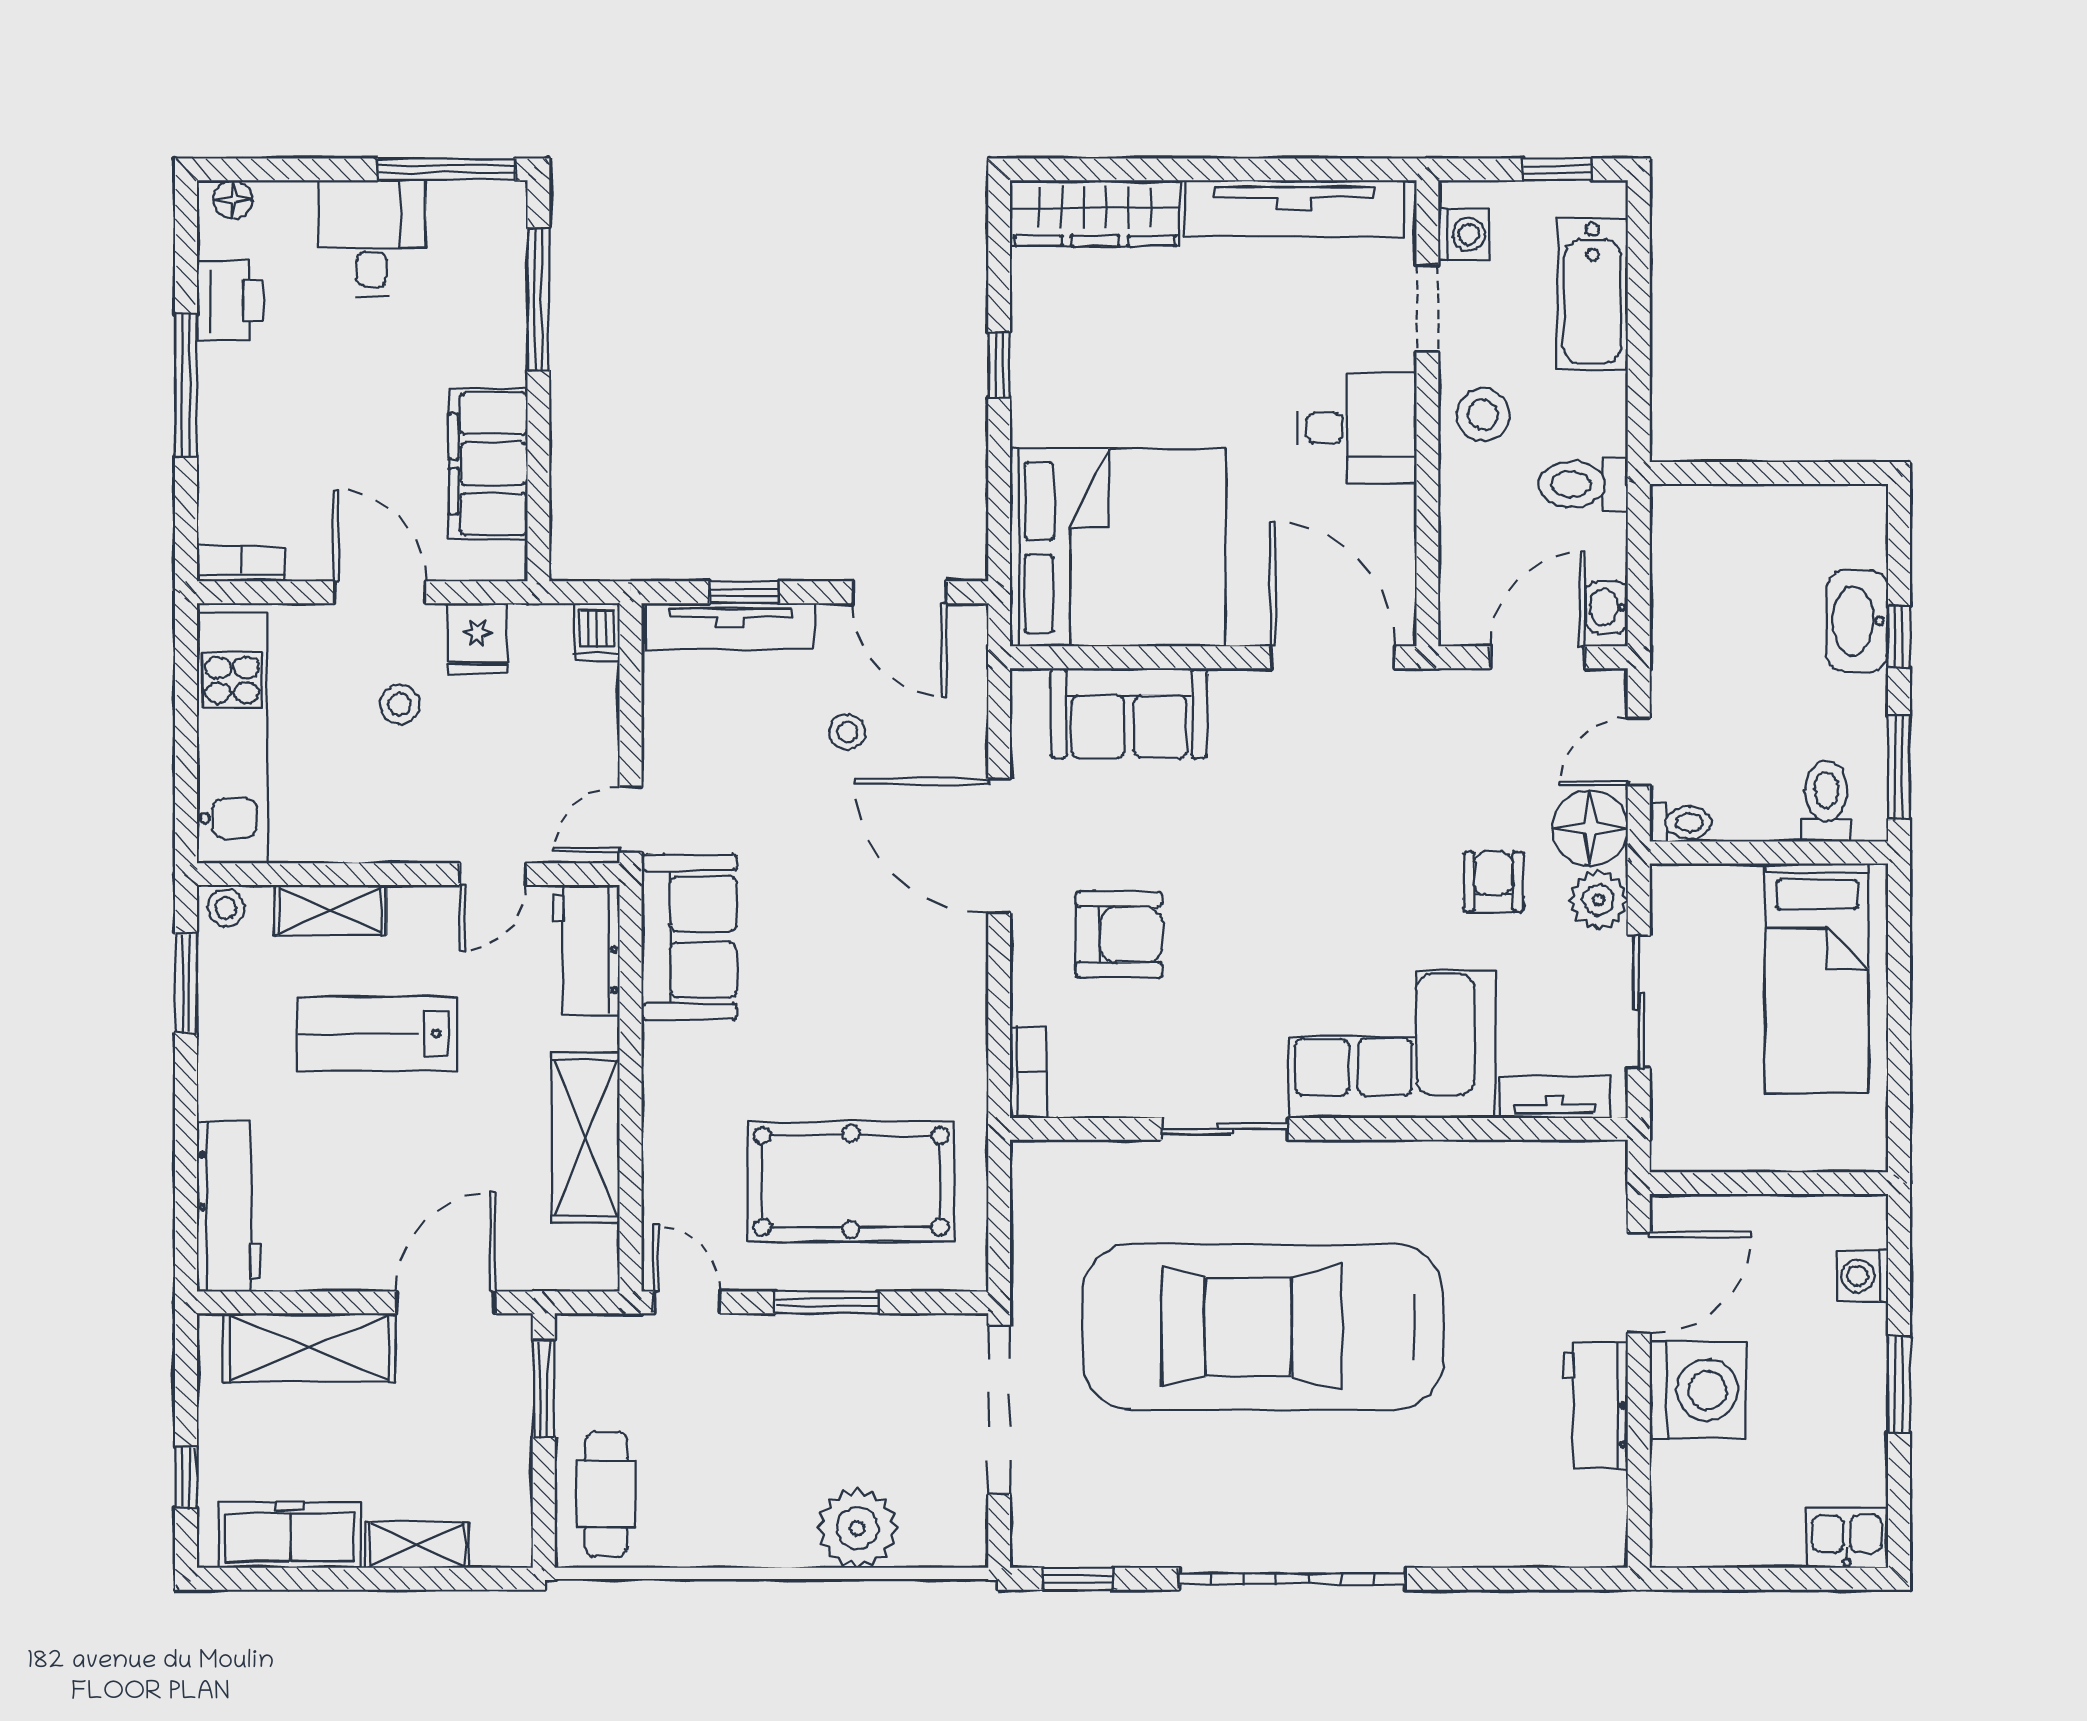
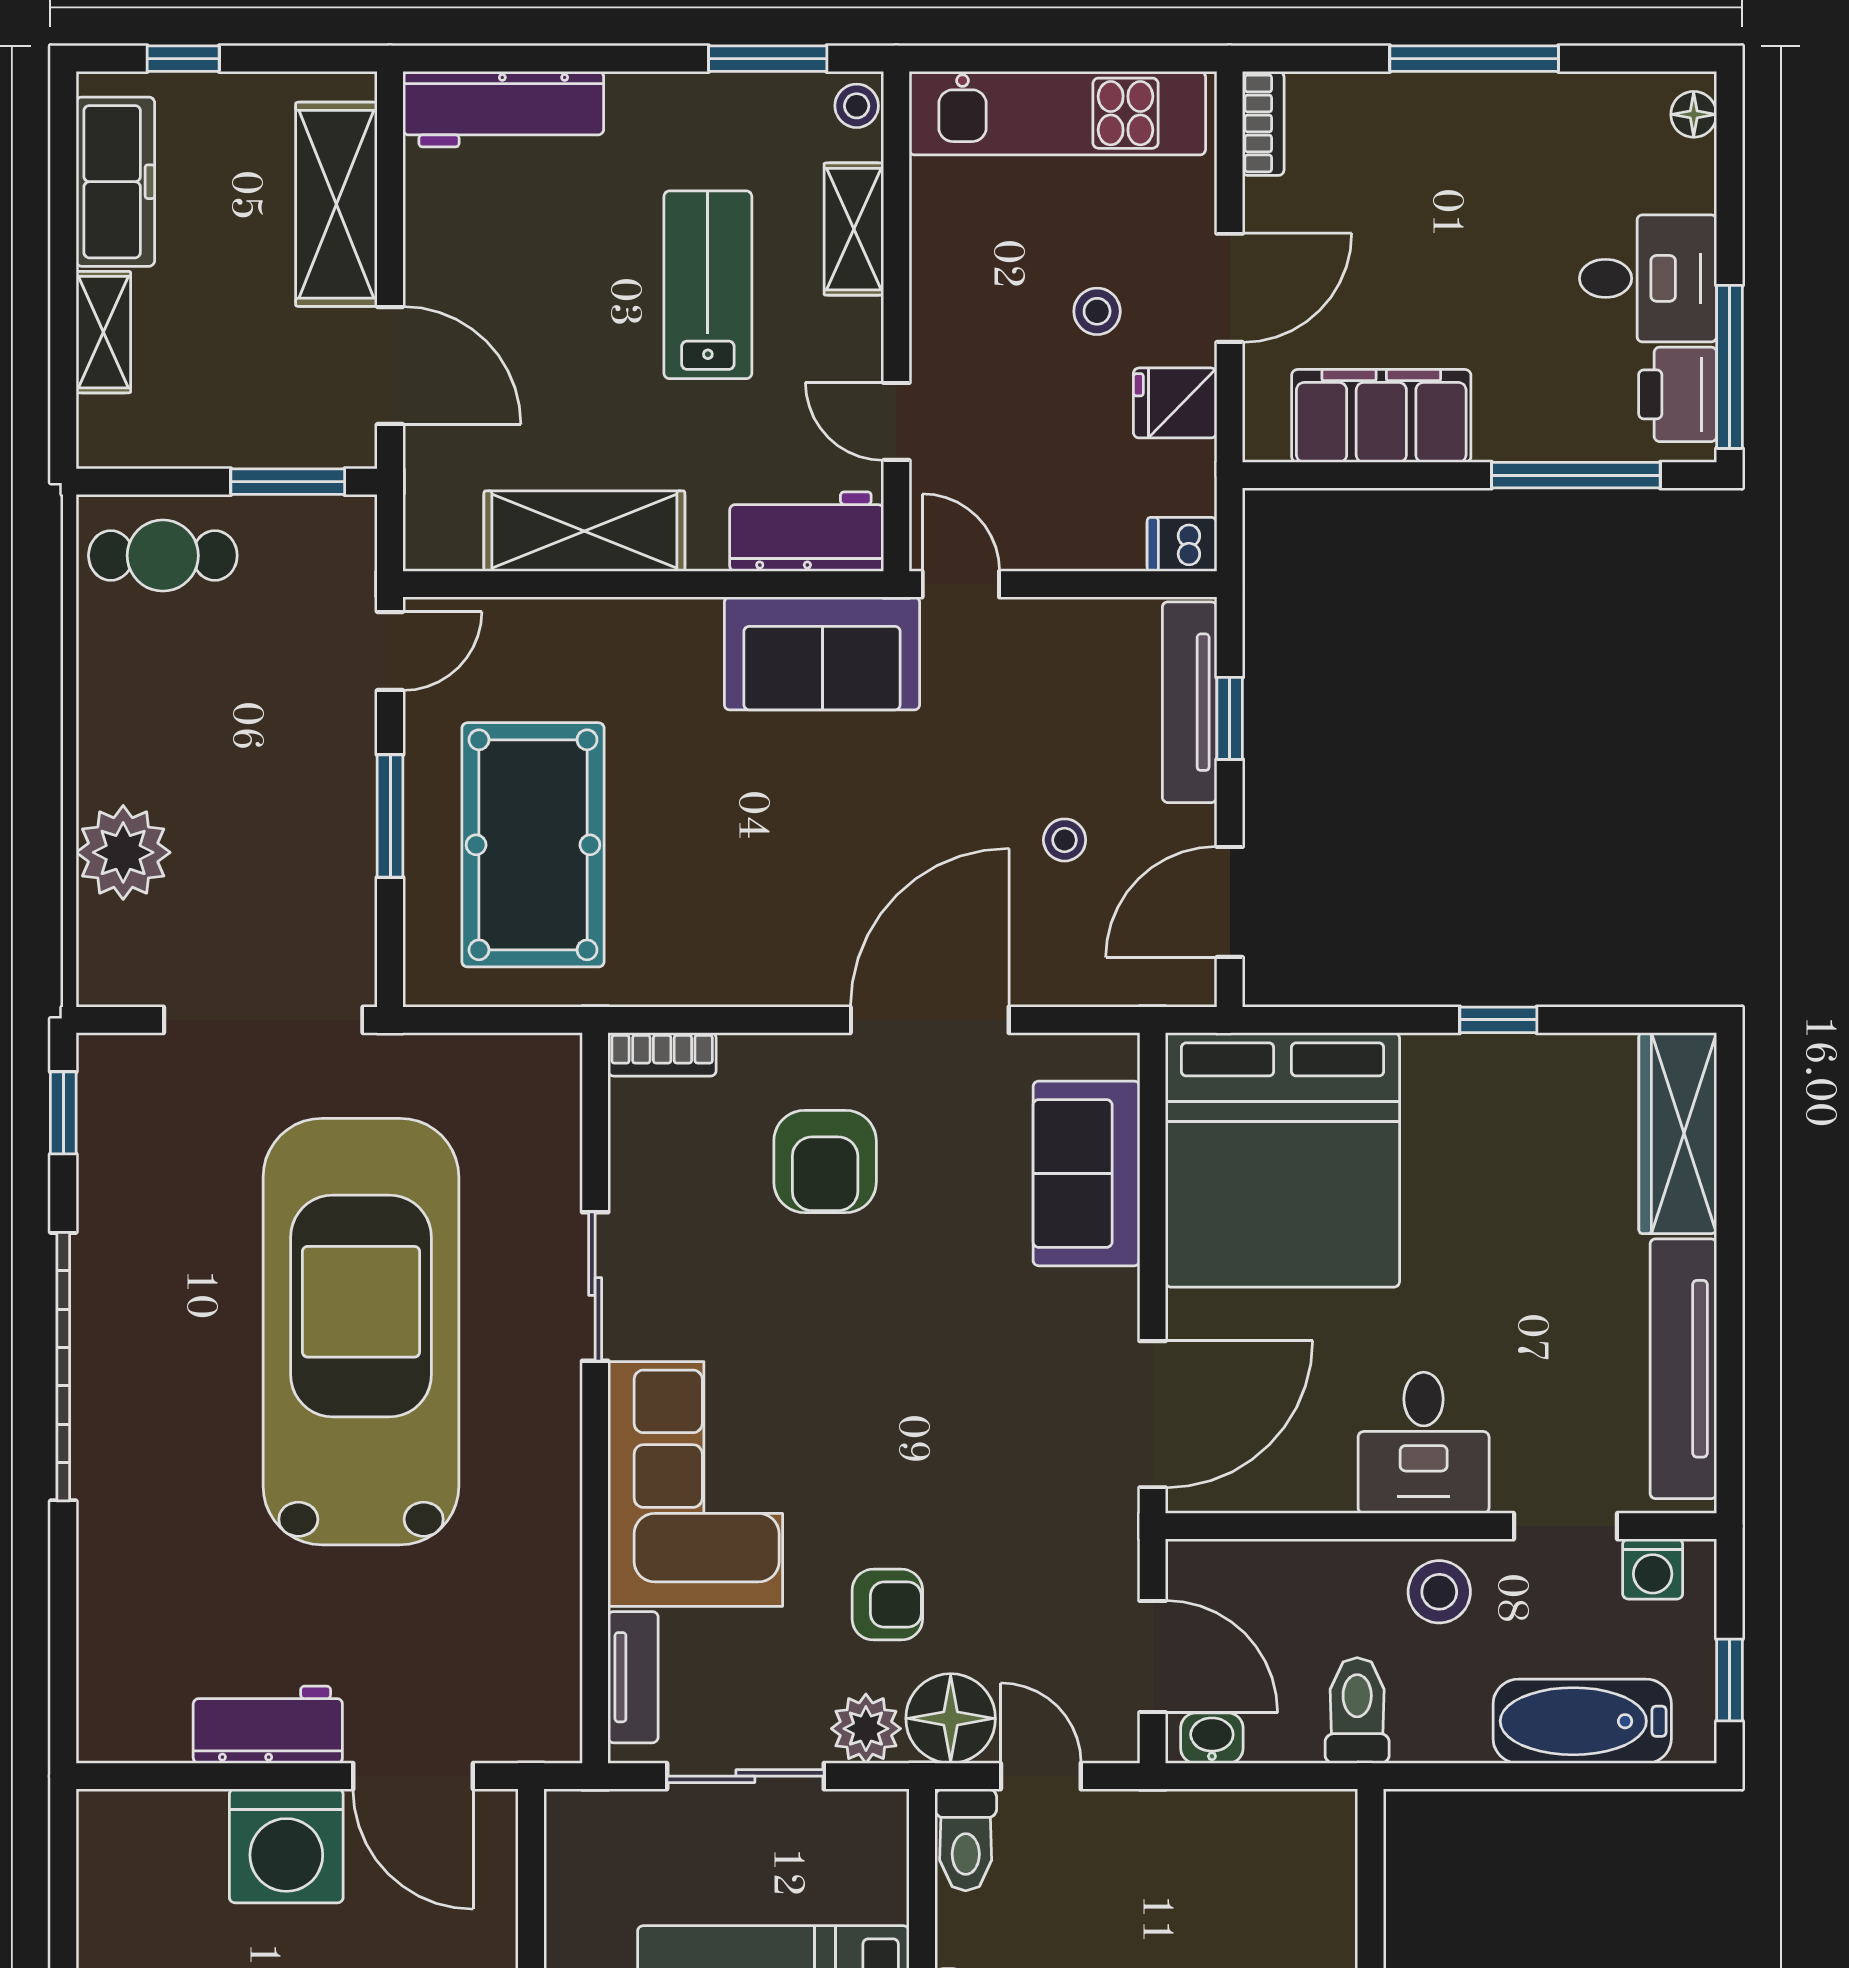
printer: (230, 301) -> (1678, 394), moved, turned 90
toilet: (1681, 823) -> (966, 1840), width x1.37, depth x1.39

